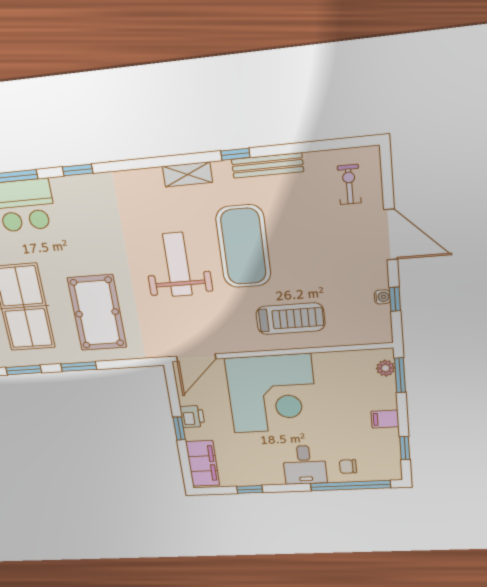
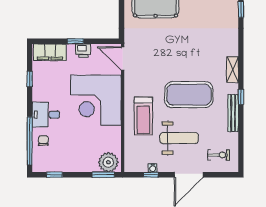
weight bench: (177, 265) -> (179, 138), moved
plant: (385, 368) -> (108, 162), width x1.88, depth x1.88
filing cabinet: (385, 419) -> (75, 164), removed

